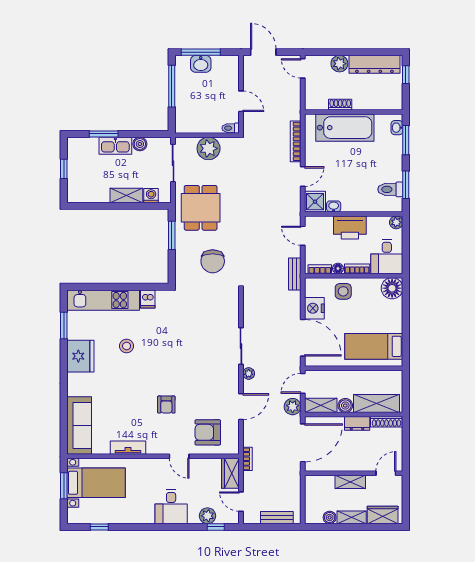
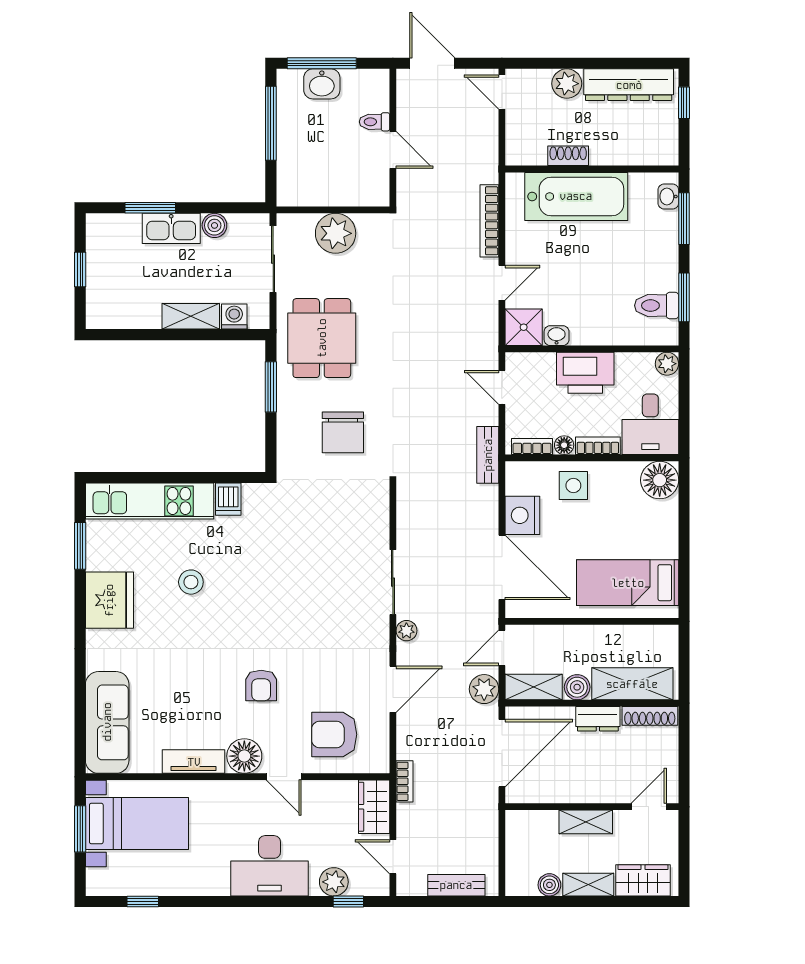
toilet: (231, 128) -> (375, 122), moved
floor lamp: (157, 445) -> (244, 756), added
desk: (171, 507) -> (270, 866), width x1.37

